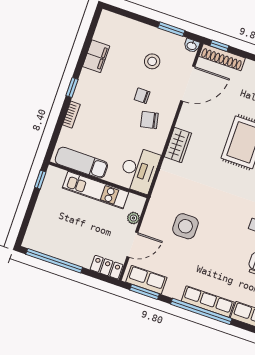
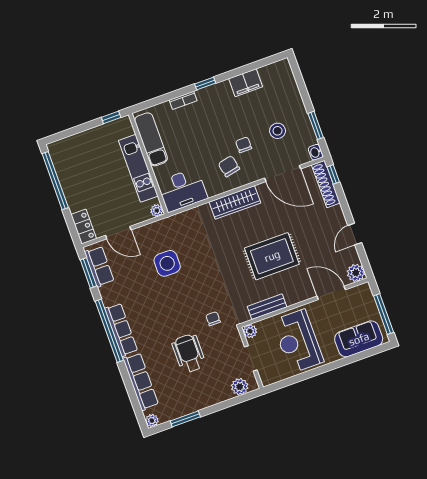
wardrobe: (178, 145) -> (235, 202), width x1.50
plant: (133, 218) -> (157, 211), moved

